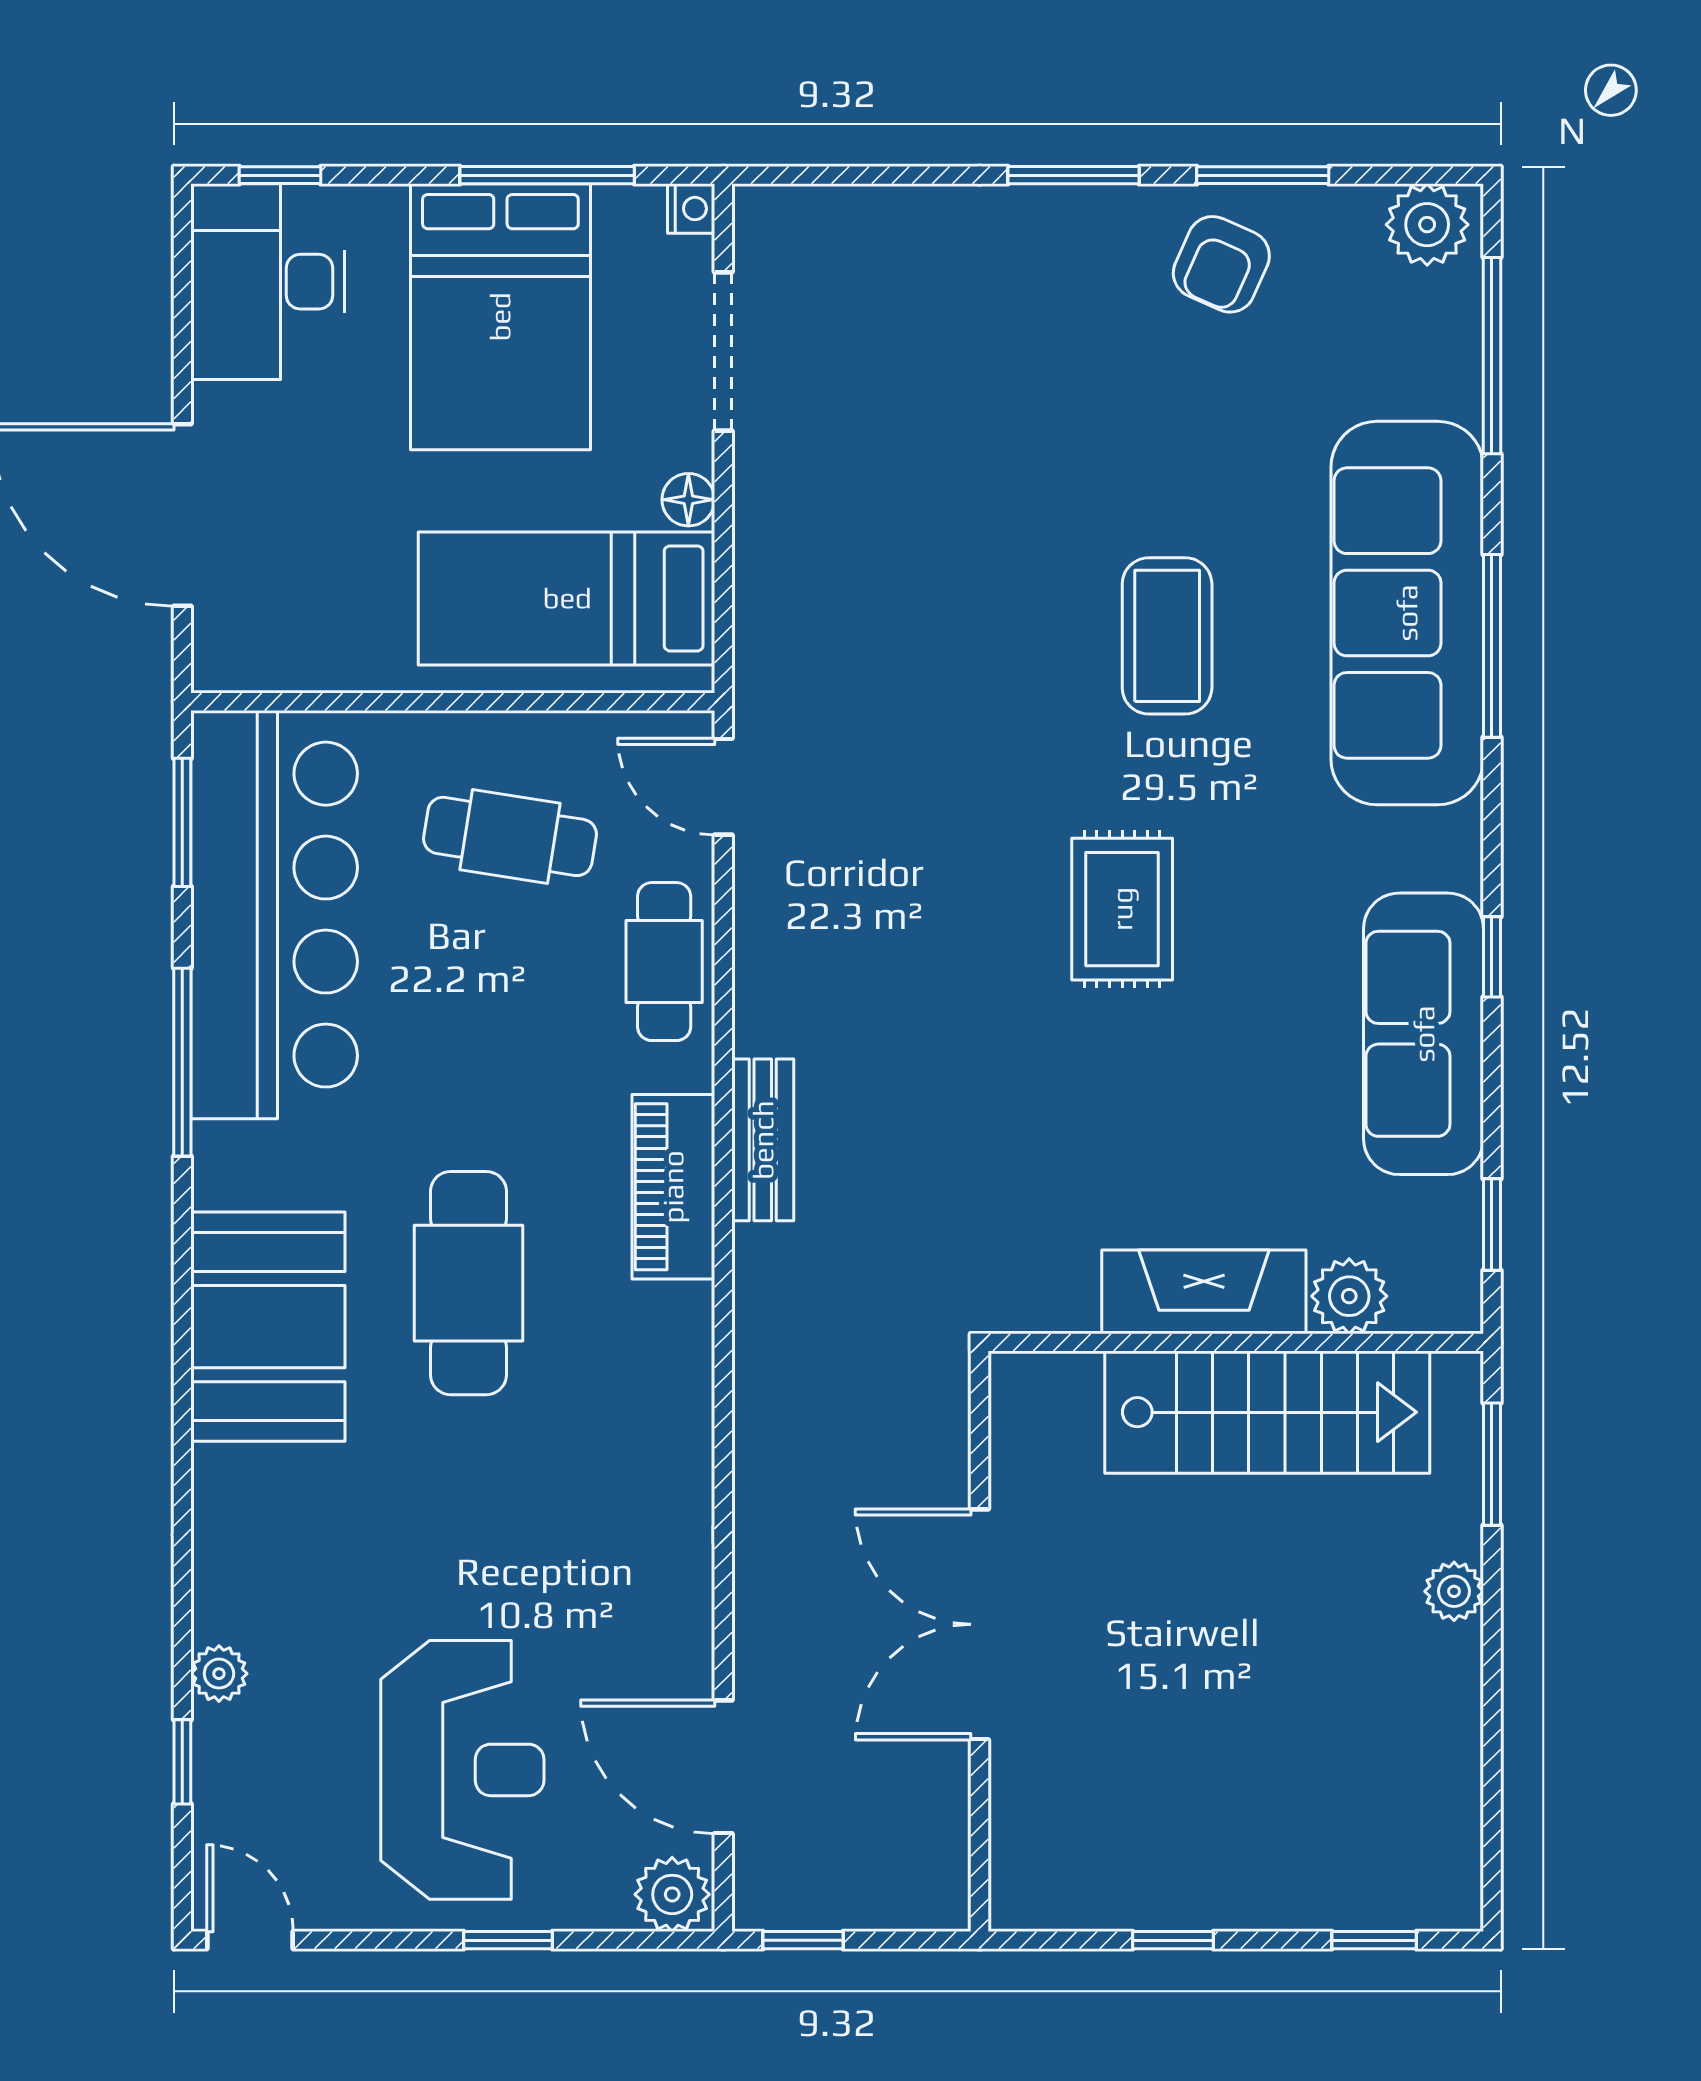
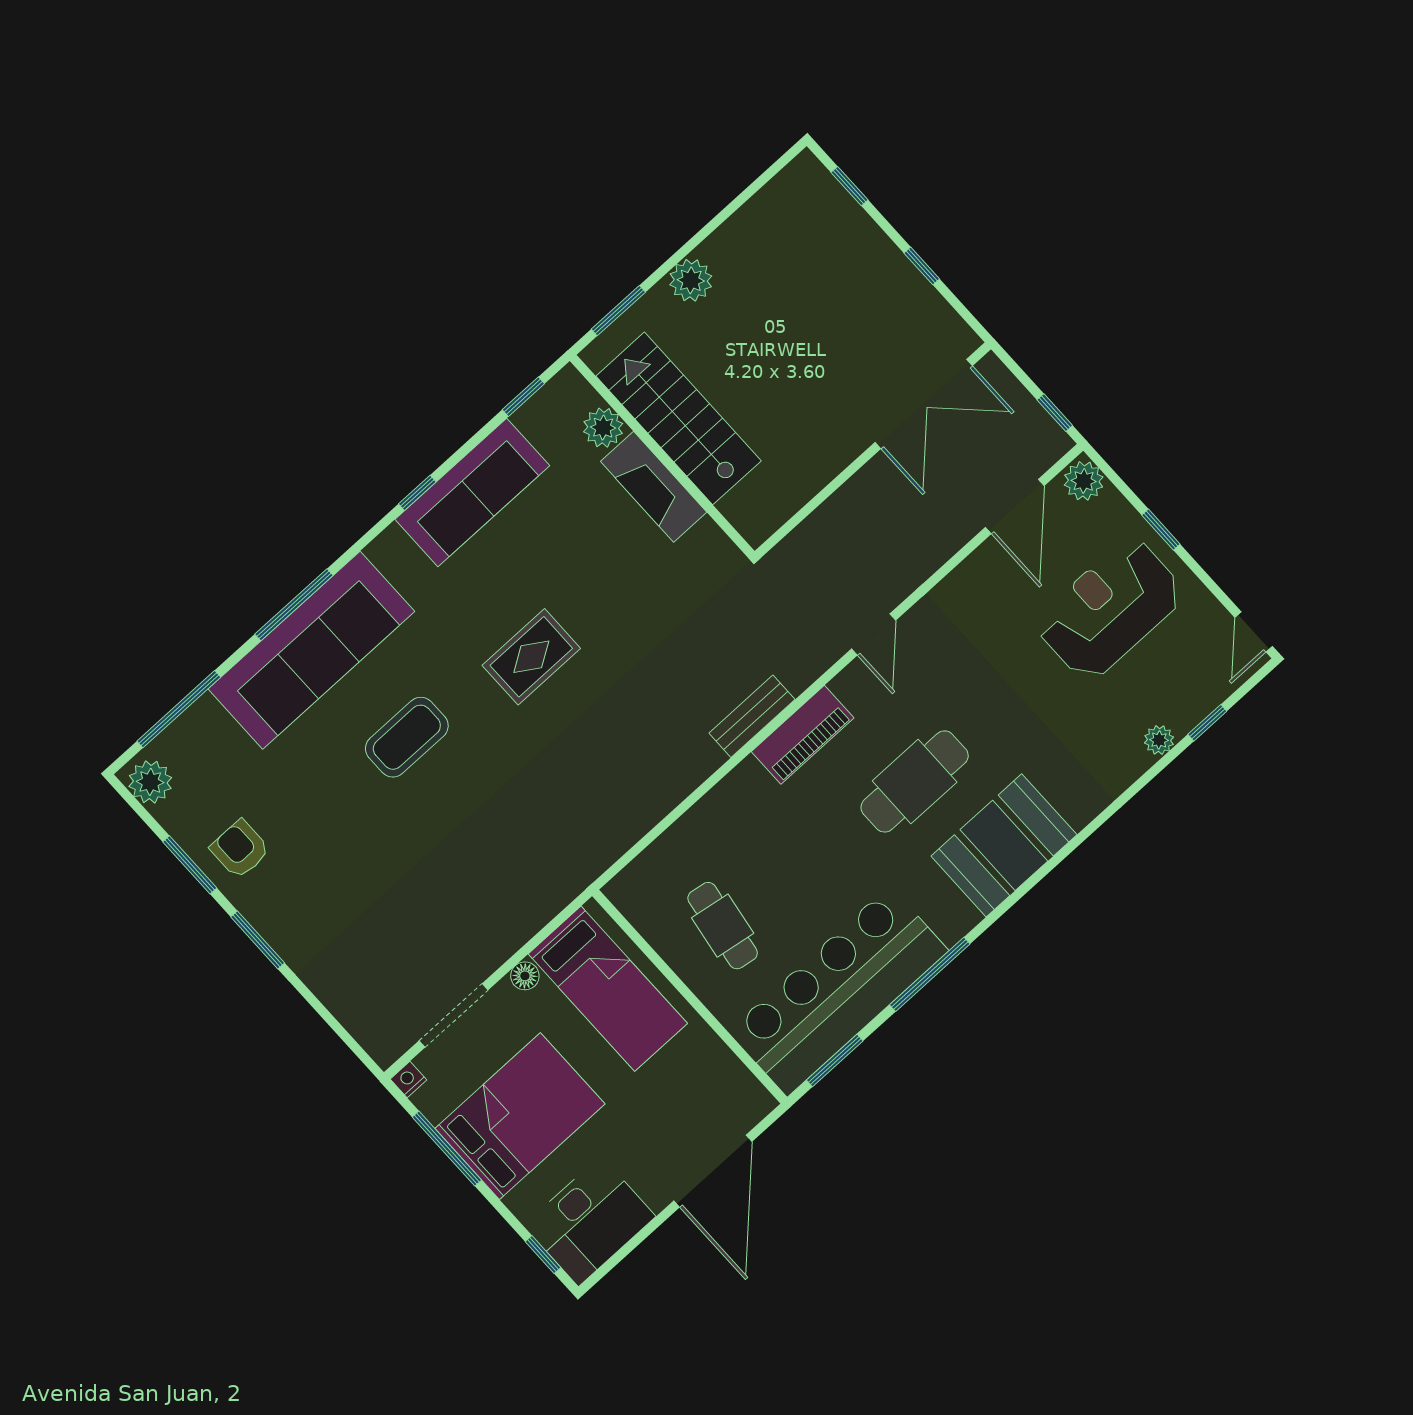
armchair: (1221, 264) -> (240, 849), turned -114
door: (723, 787) -> (874, 635), moved
cafe table: (664, 962) -> (717, 819), removed
plant: (1454, 1591) -> (691, 280), width x1.38, depth x1.38
double door: (980, 1624) -> (924, 404), moved

